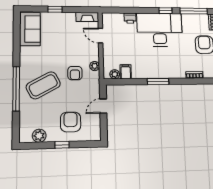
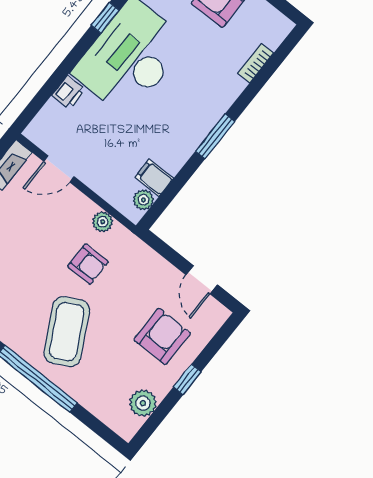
door: (103, 106) -> (202, 280), moved
armchair: (71, 122) -> (162, 336), turned 90

